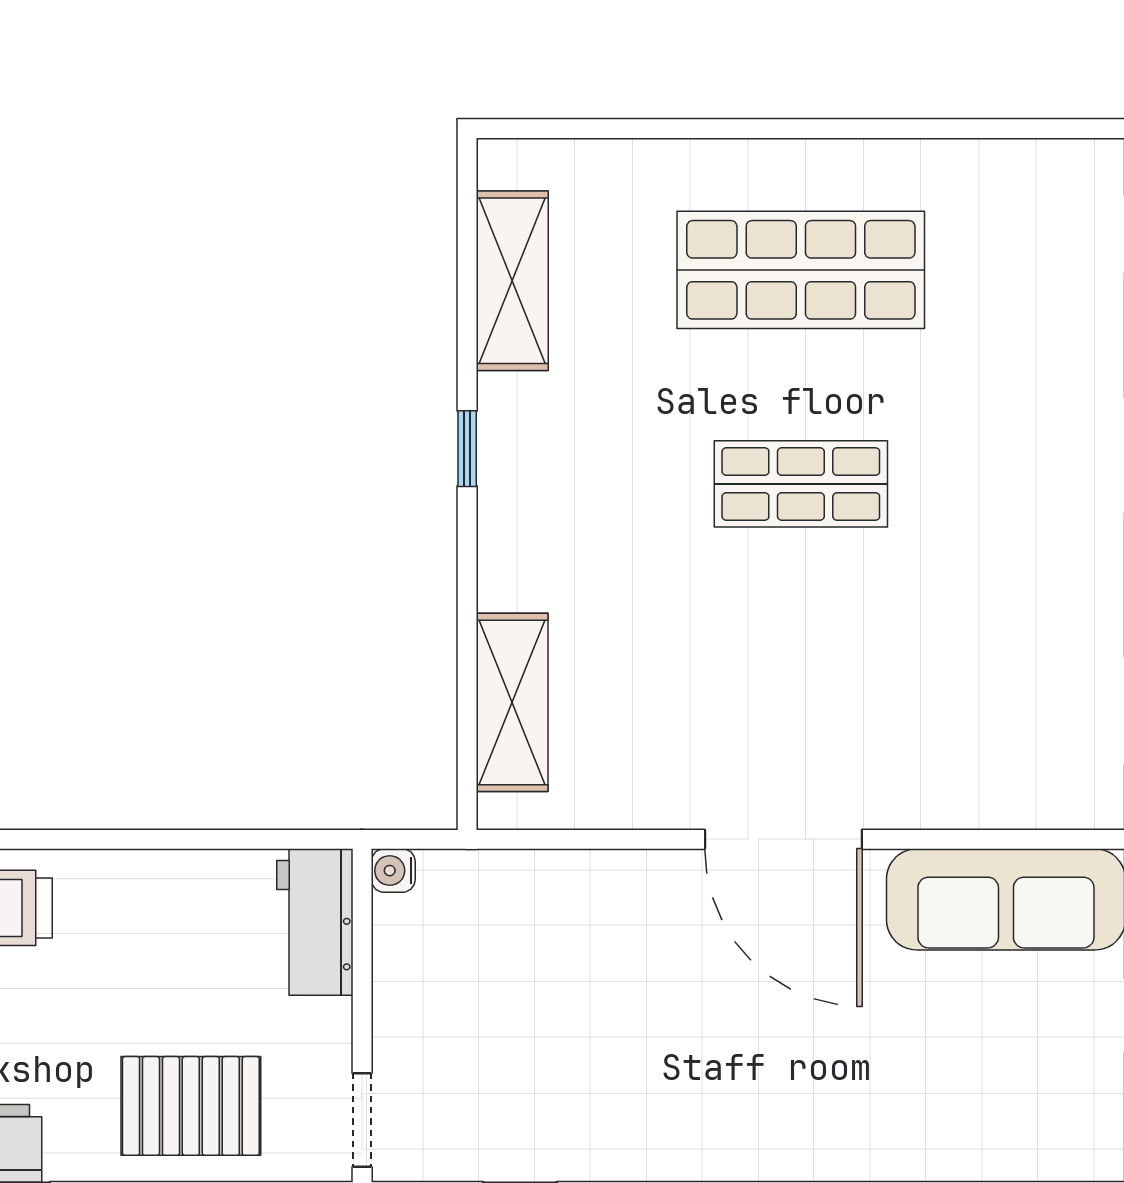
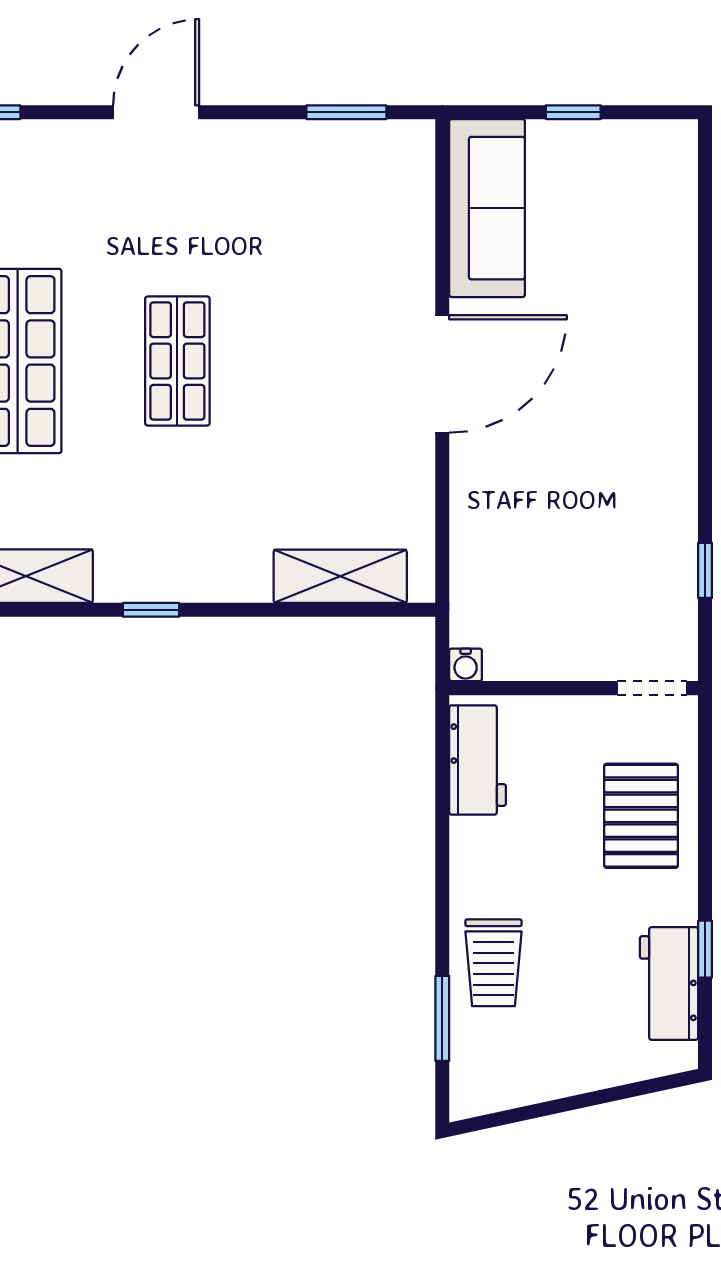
workbench: (315, 922) -> (478, 760), moved, turned -90

